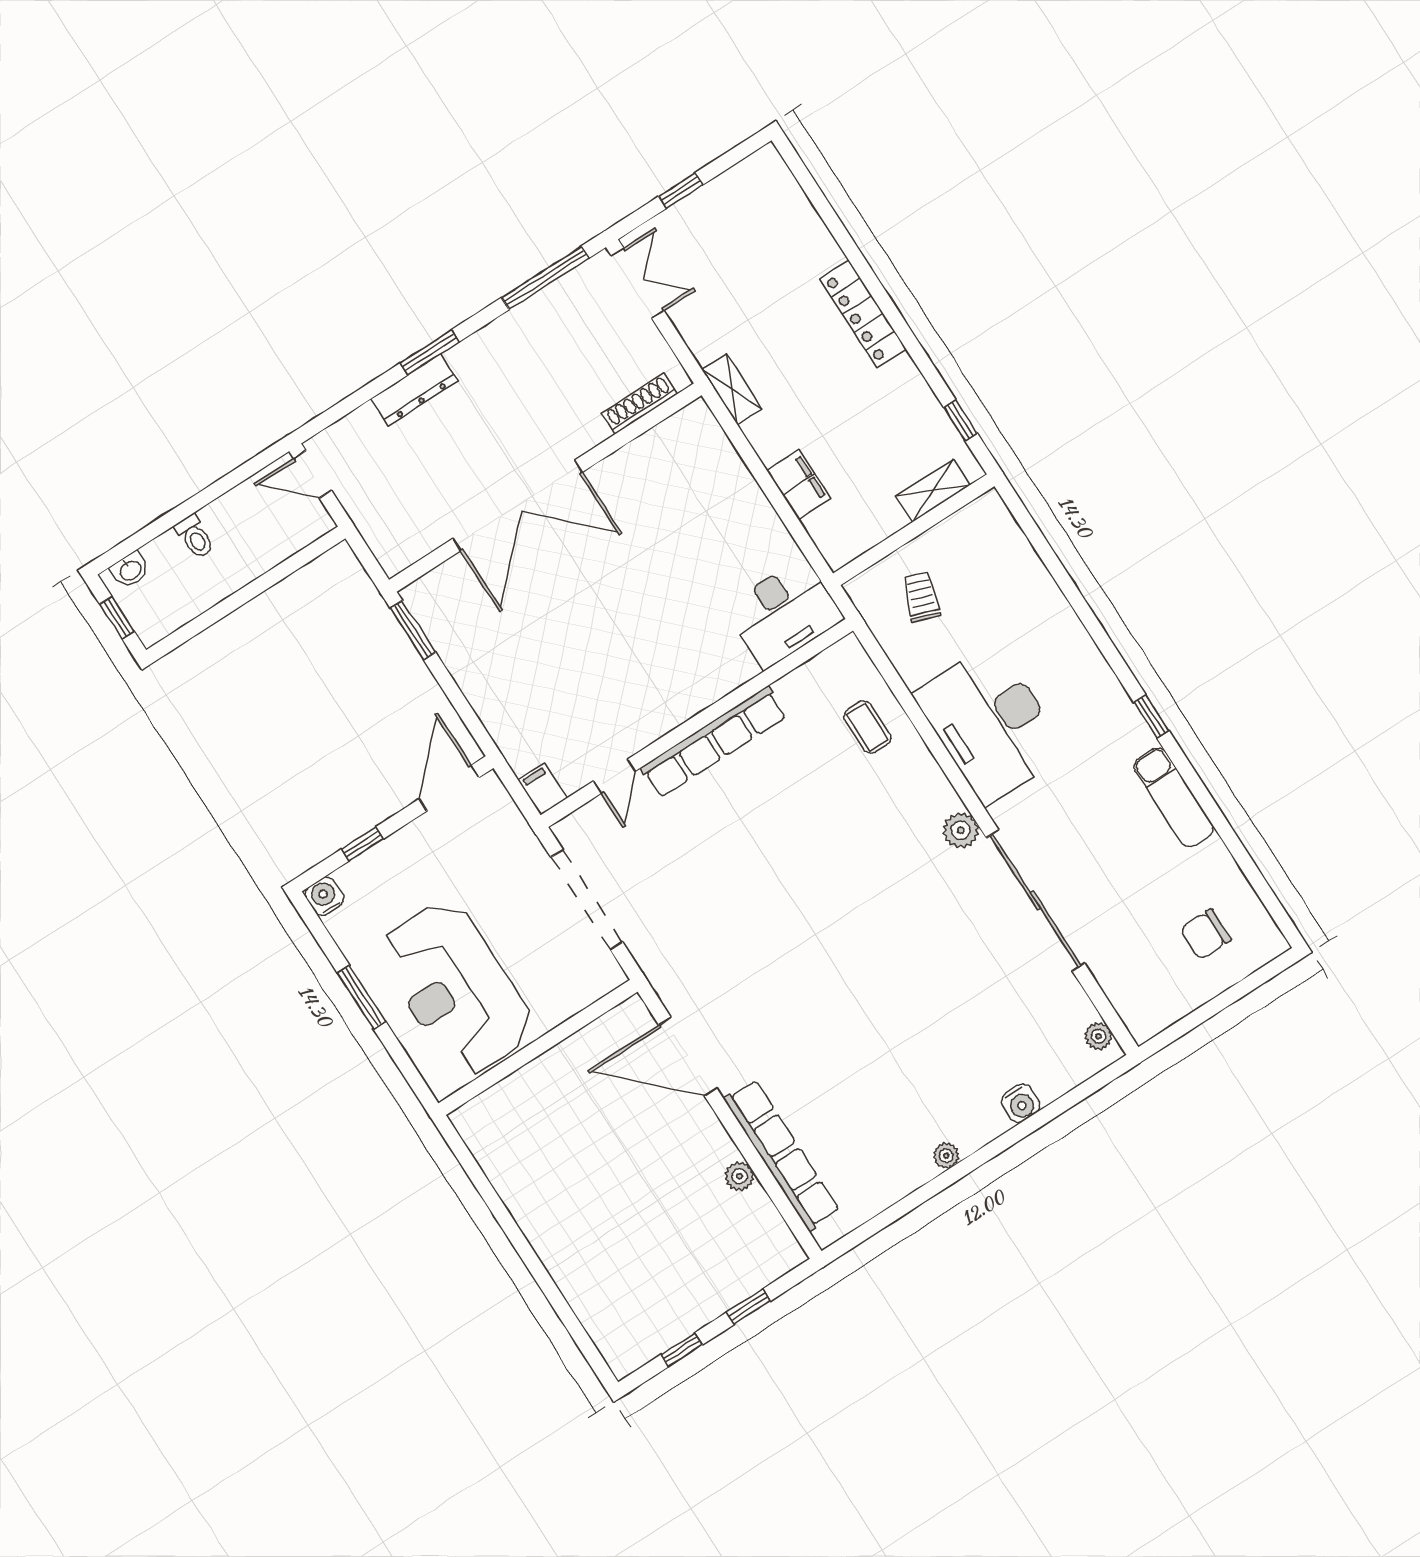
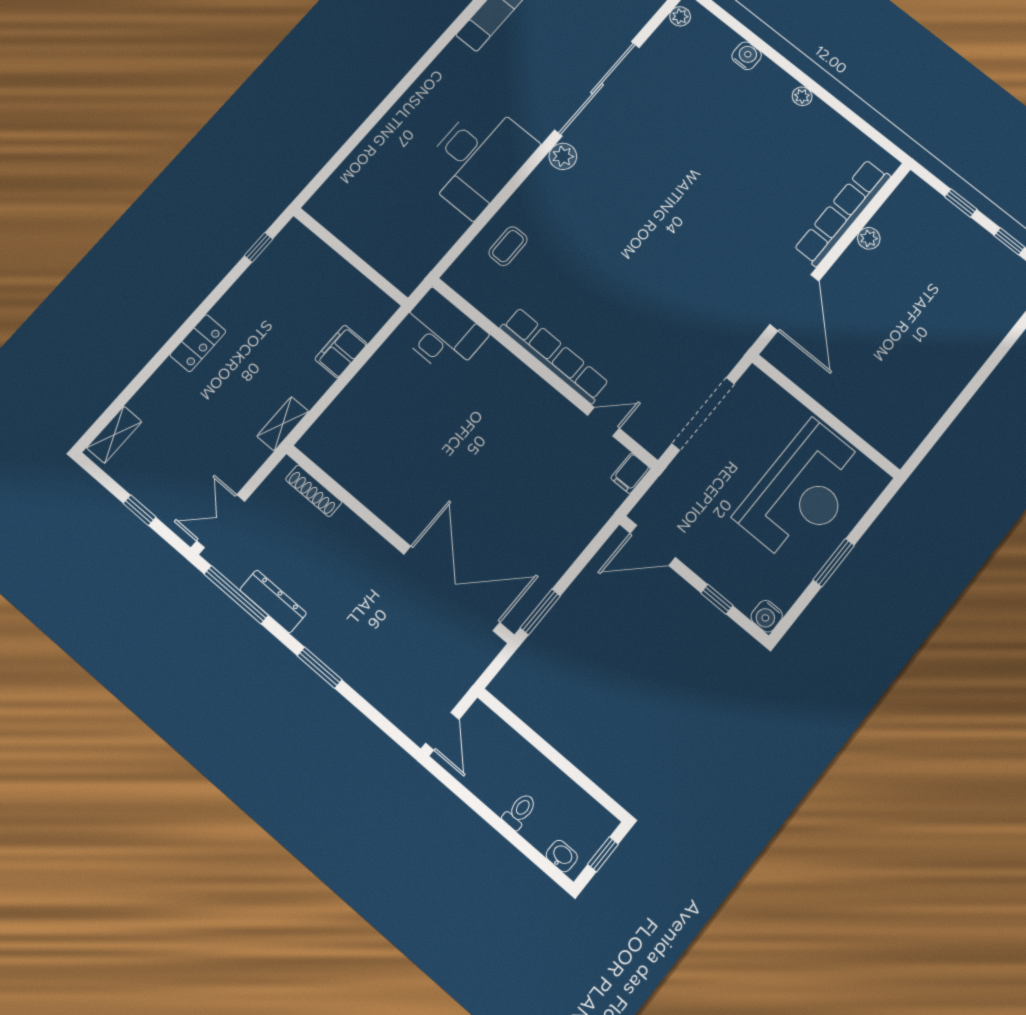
locker: (863, 314) -> (198, 343), width x0.66
dresser: (414, 390) -> (273, 601), moved
shelving: (933, 491) -> (114, 435), moved, turned 90
double door: (518, 505) -> (452, 588), moved
trolley: (921, 597) -> (399, 236), removed
window: (1151, 717) -> (438, 47), removed

